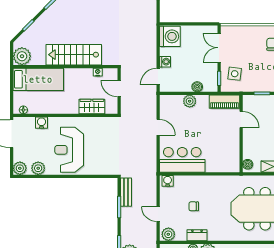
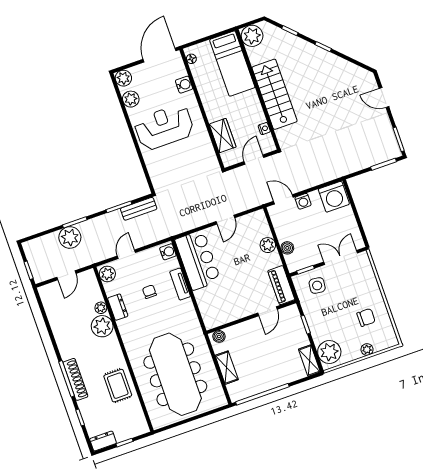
tv unit: (196, 180) -> (180, 284), added

